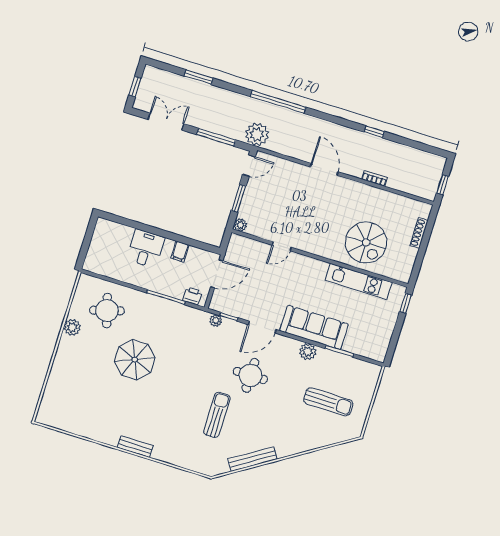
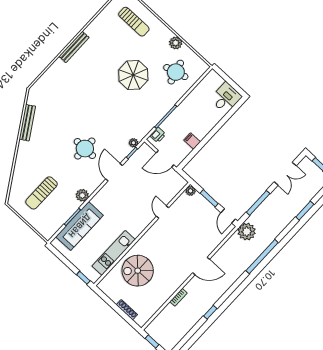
desk: (145, 248) -> (226, 98), moved, turned -90
door: (217, 274) -> (165, 159), hinge flipped
sofa: (314, 327) -> (80, 226), moved
sun lounger: (217, 415) -> (134, 22), moved
bench: (135, 447) -> (74, 47), width x1.36

